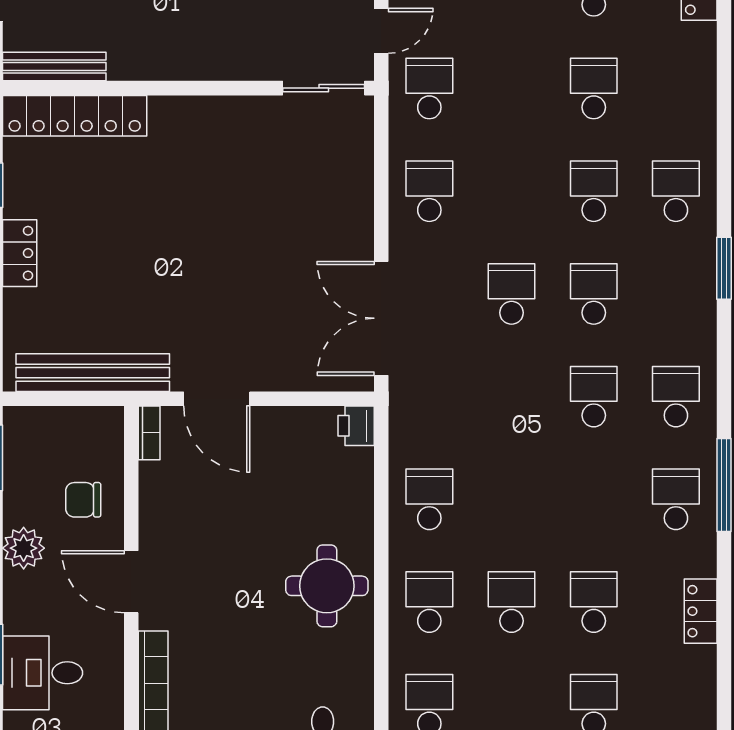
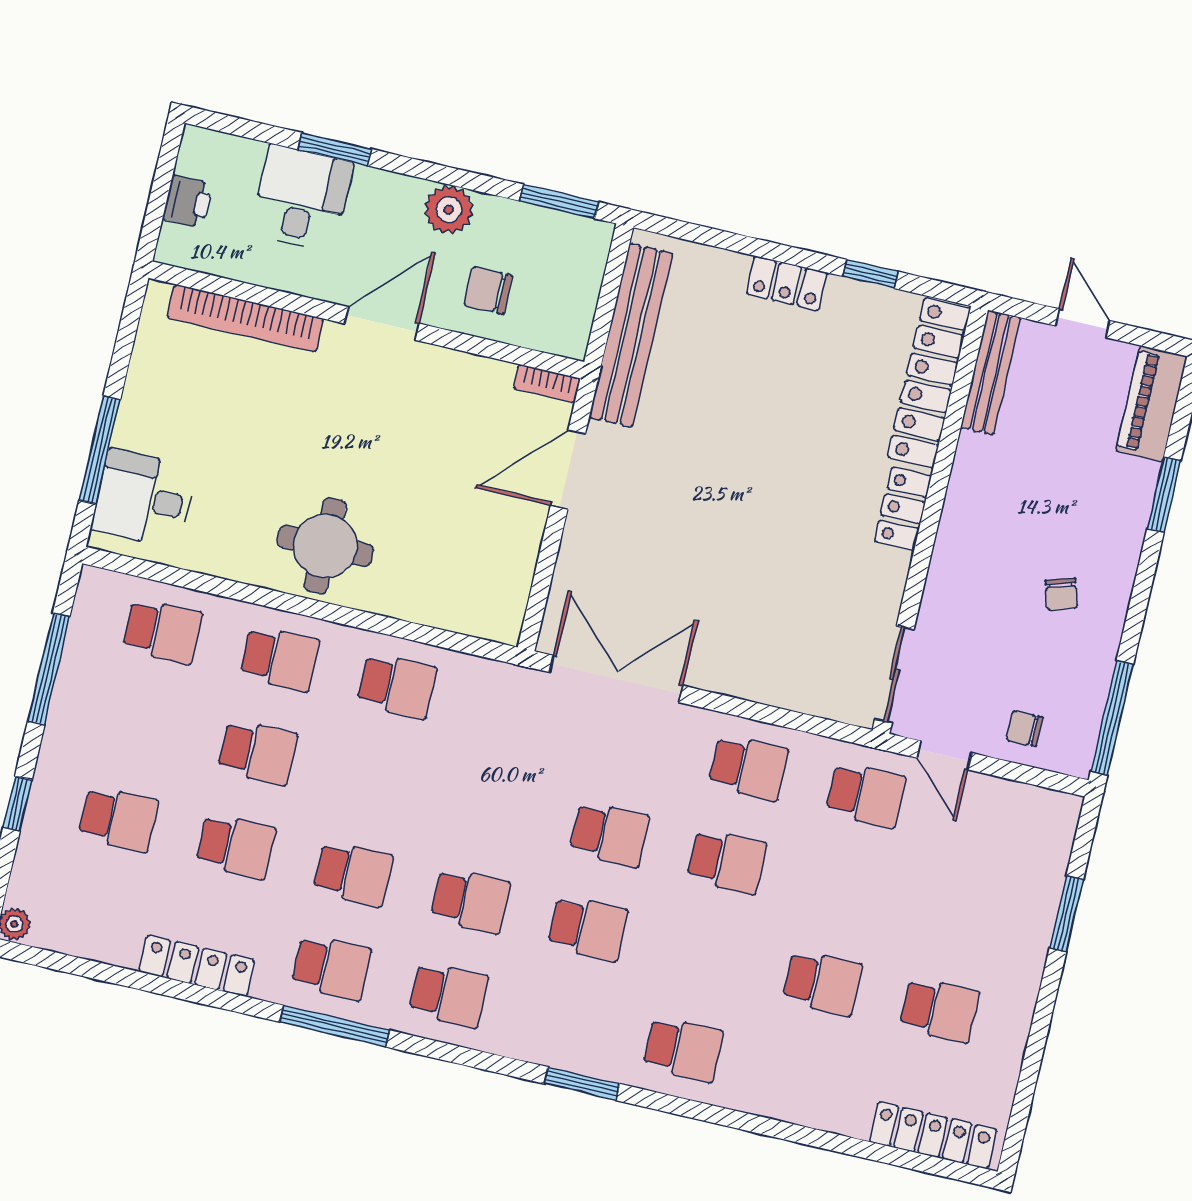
locker: (184, 113) -> (903, 509), added
school desk: (594, 191) -> (727, 862), moved
printer: (356, 426) -> (500, 622), removed
school desk: (594, 499) -> (353, 873), added
chair: (83, 500) -> (488, 290), turned -90
locker: (701, 611) -> (197, 966), width x1.53

